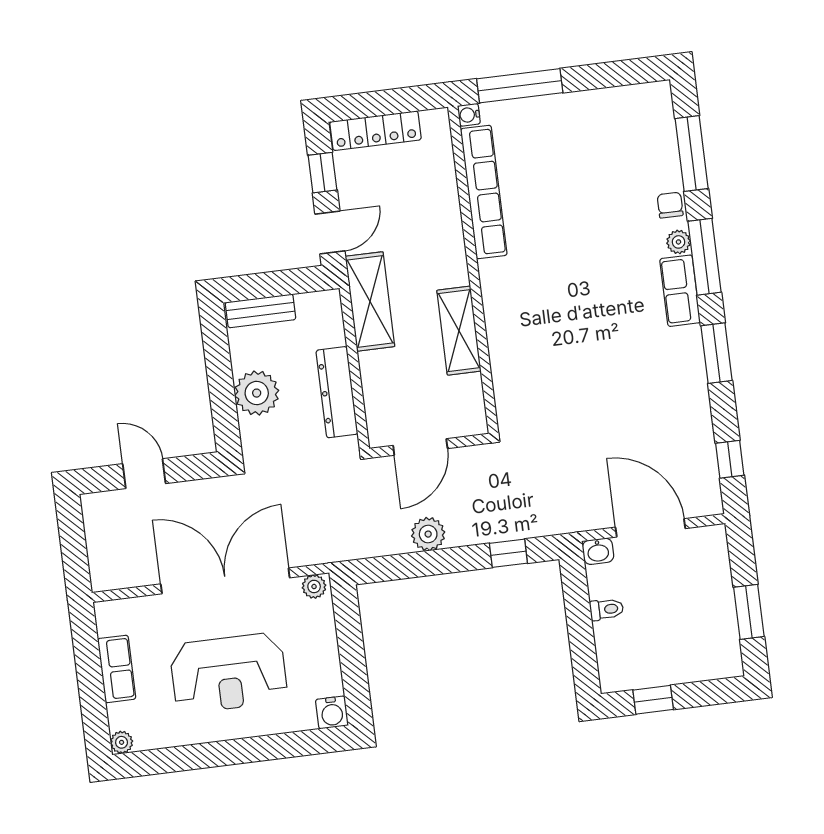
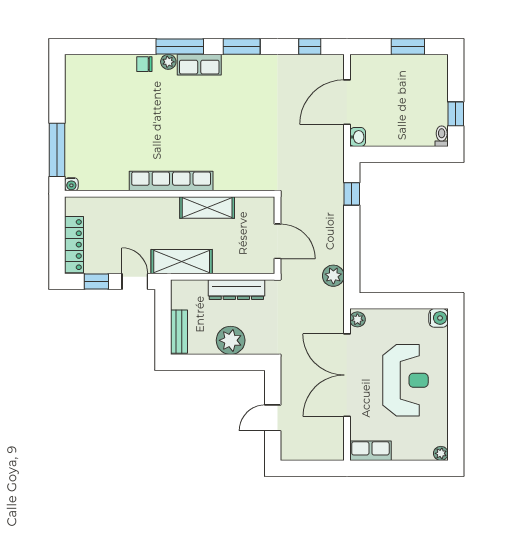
window: (692, 154) -> (113, 46), removed
row of seats: (484, 192) -> (171, 181), moved
plant: (428, 534) -> (333, 276), moved
toilet: (607, 609) -> (442, 136), moved
row of seats: (117, 669) -> (370, 451), moved

